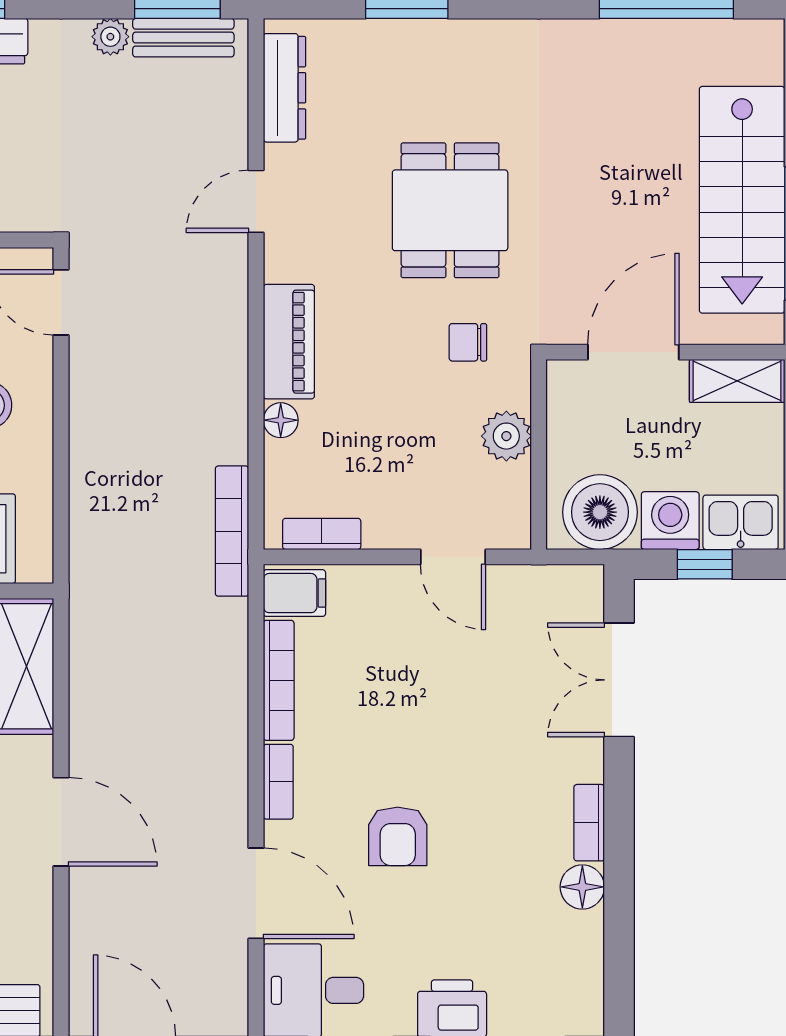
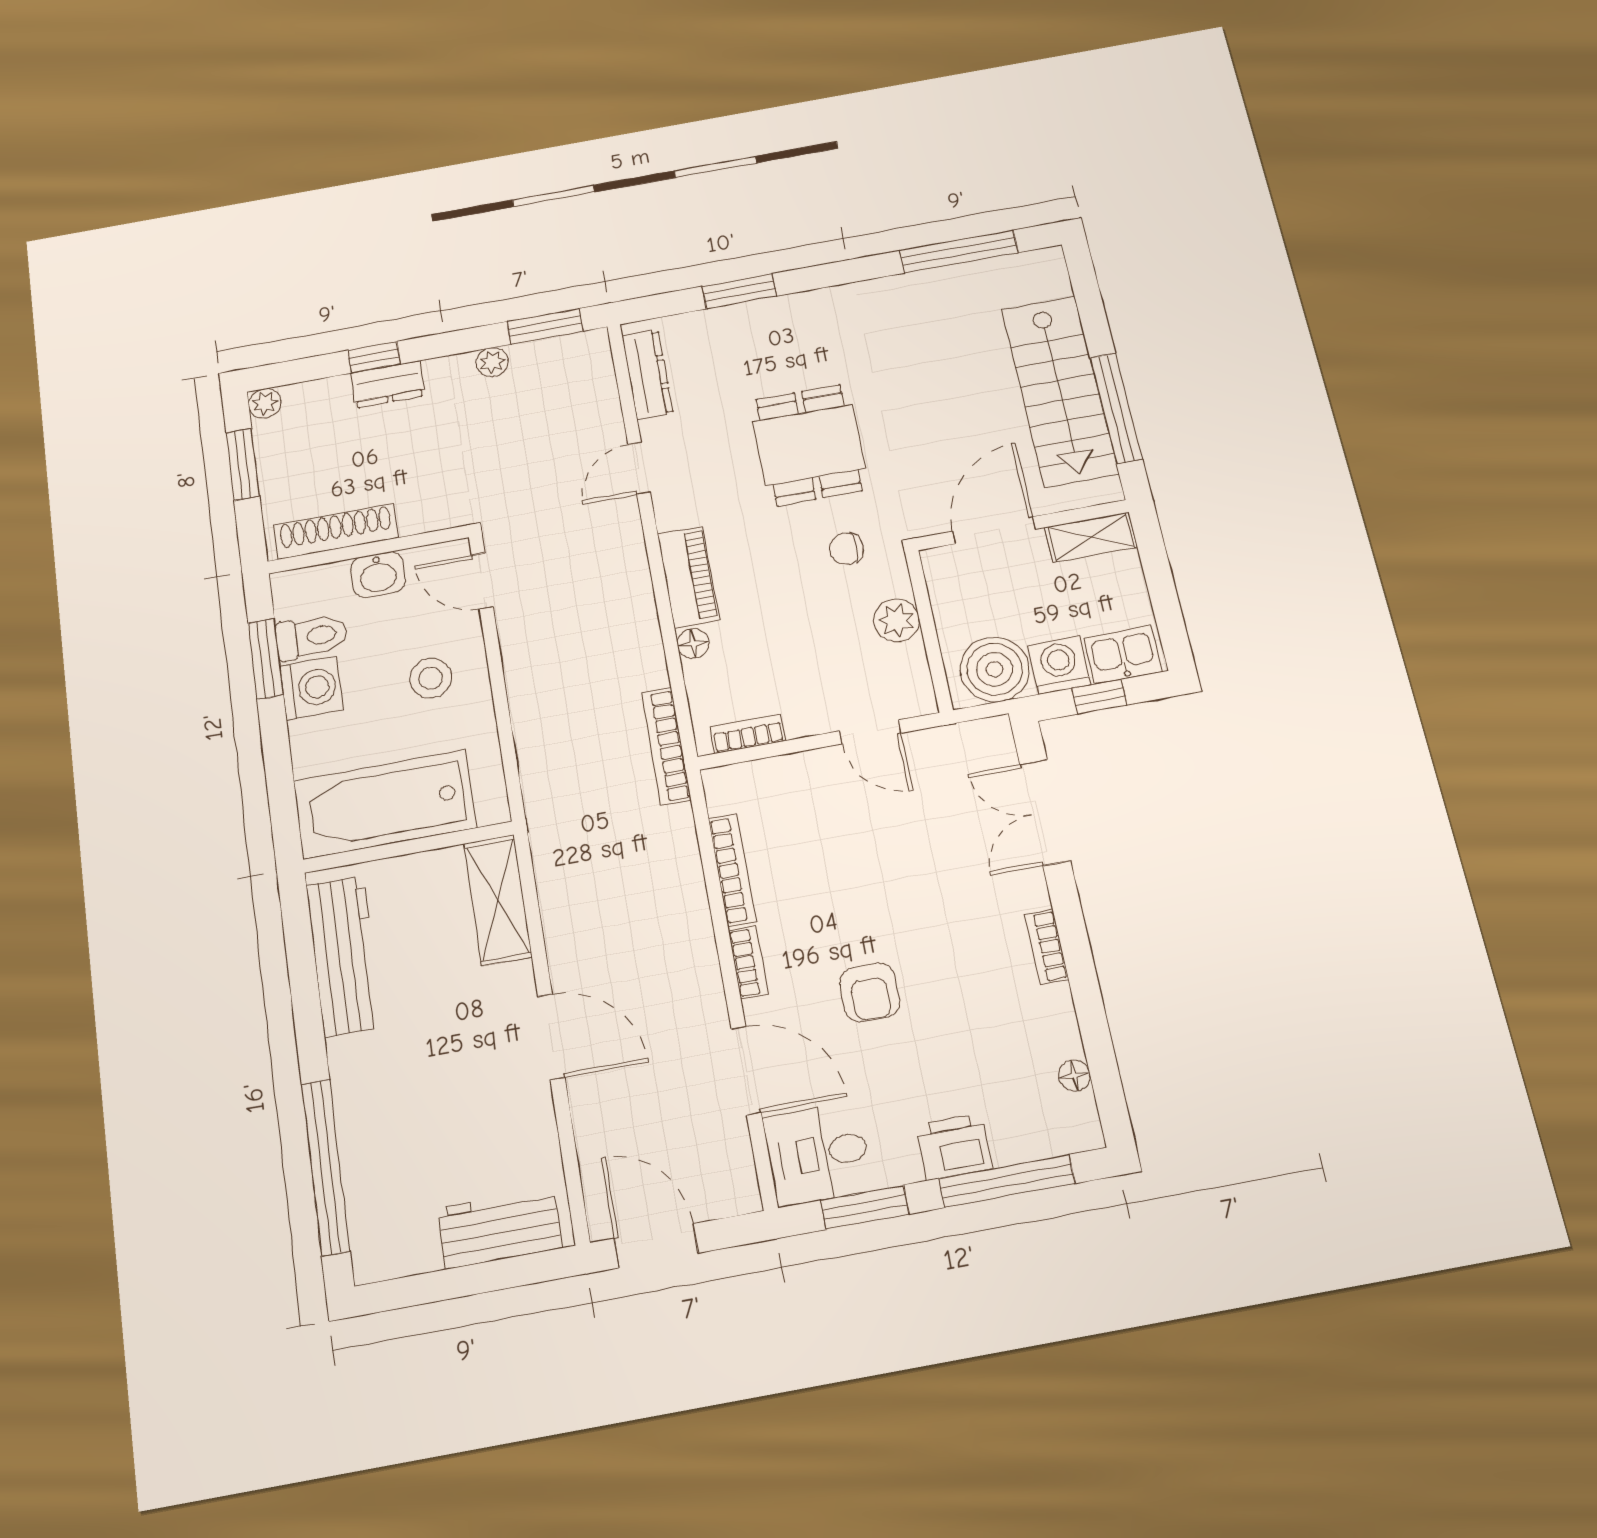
bench: (183, 38) -> (554, 351), removed
filing cabinet: (294, 593) -> (732, 790), removed
floor lamp: (582, 887) -> (1074, 1076), moved, width x0.73, depth x0.73

